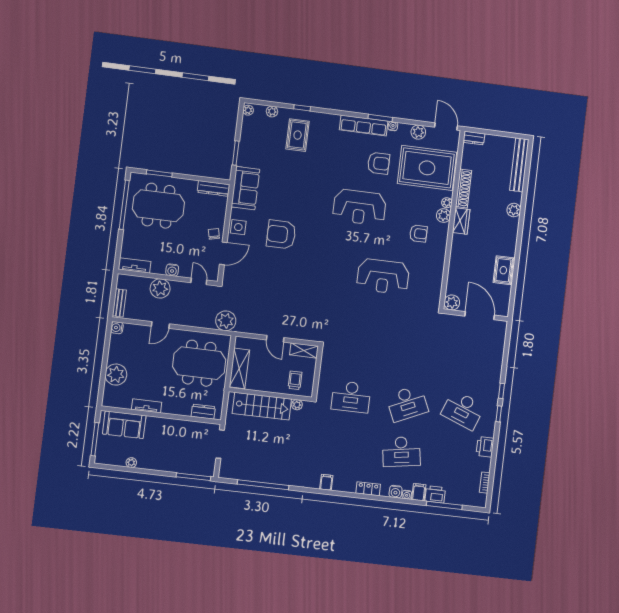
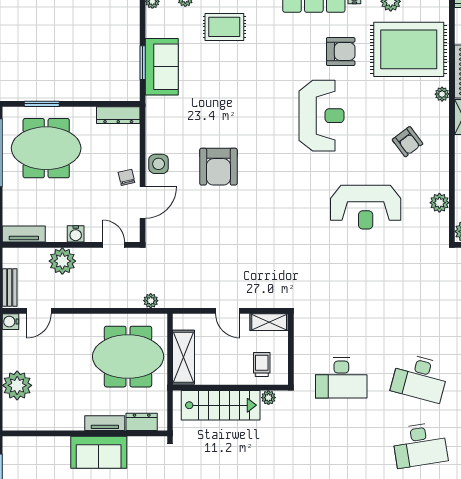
rug: (298, 135) -> (224, 27), turned 90
sofa: (245, 188) -> (162, 67), moved
reception desk: (359, 207) -> (322, 116), turned -90
plant: (443, 216) -> (439, 203), moved
armchair: (418, 233) -> (408, 142), turned 53
armchair: (281, 234) -> (218, 167), turned -90
plant: (226, 321) -> (151, 301), width x0.53, depth x0.53
door: (160, 325) -> (39, 311), moved
desk: (407, 403) -> (420, 378), turned 39
tv unit: (147, 406) -> (105, 423), moved
sofa: (124, 425) -> (99, 452), moved

